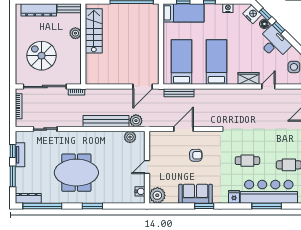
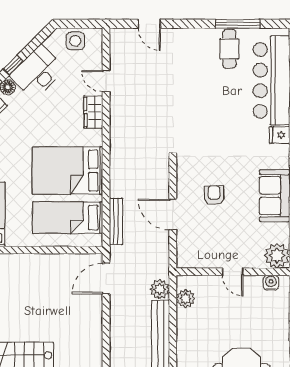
bed: (216, 62) -> (67, 171), width x1.50
door: (143, 87) -> (106, 279), swing flipped
cafe table: (247, 161) -> (222, 114), removed

